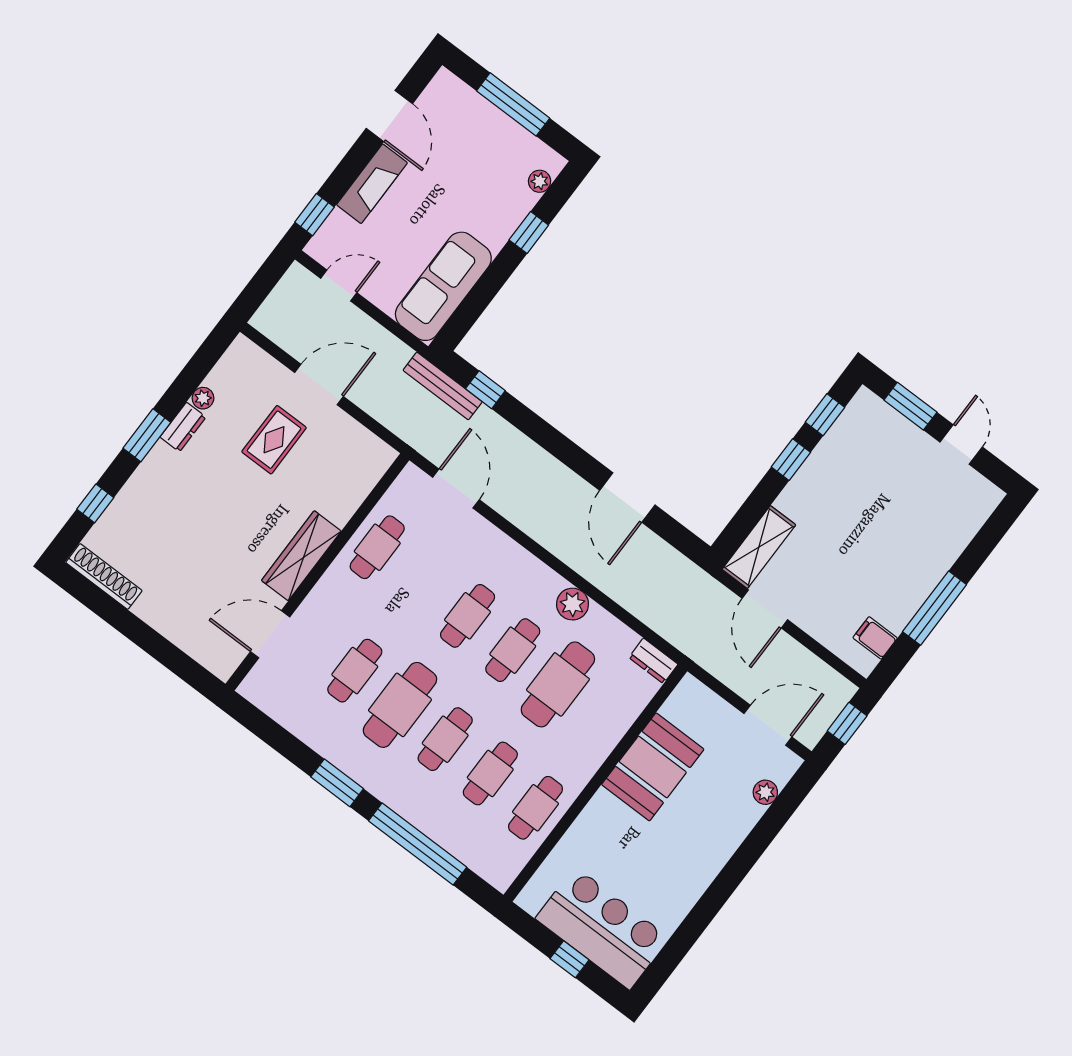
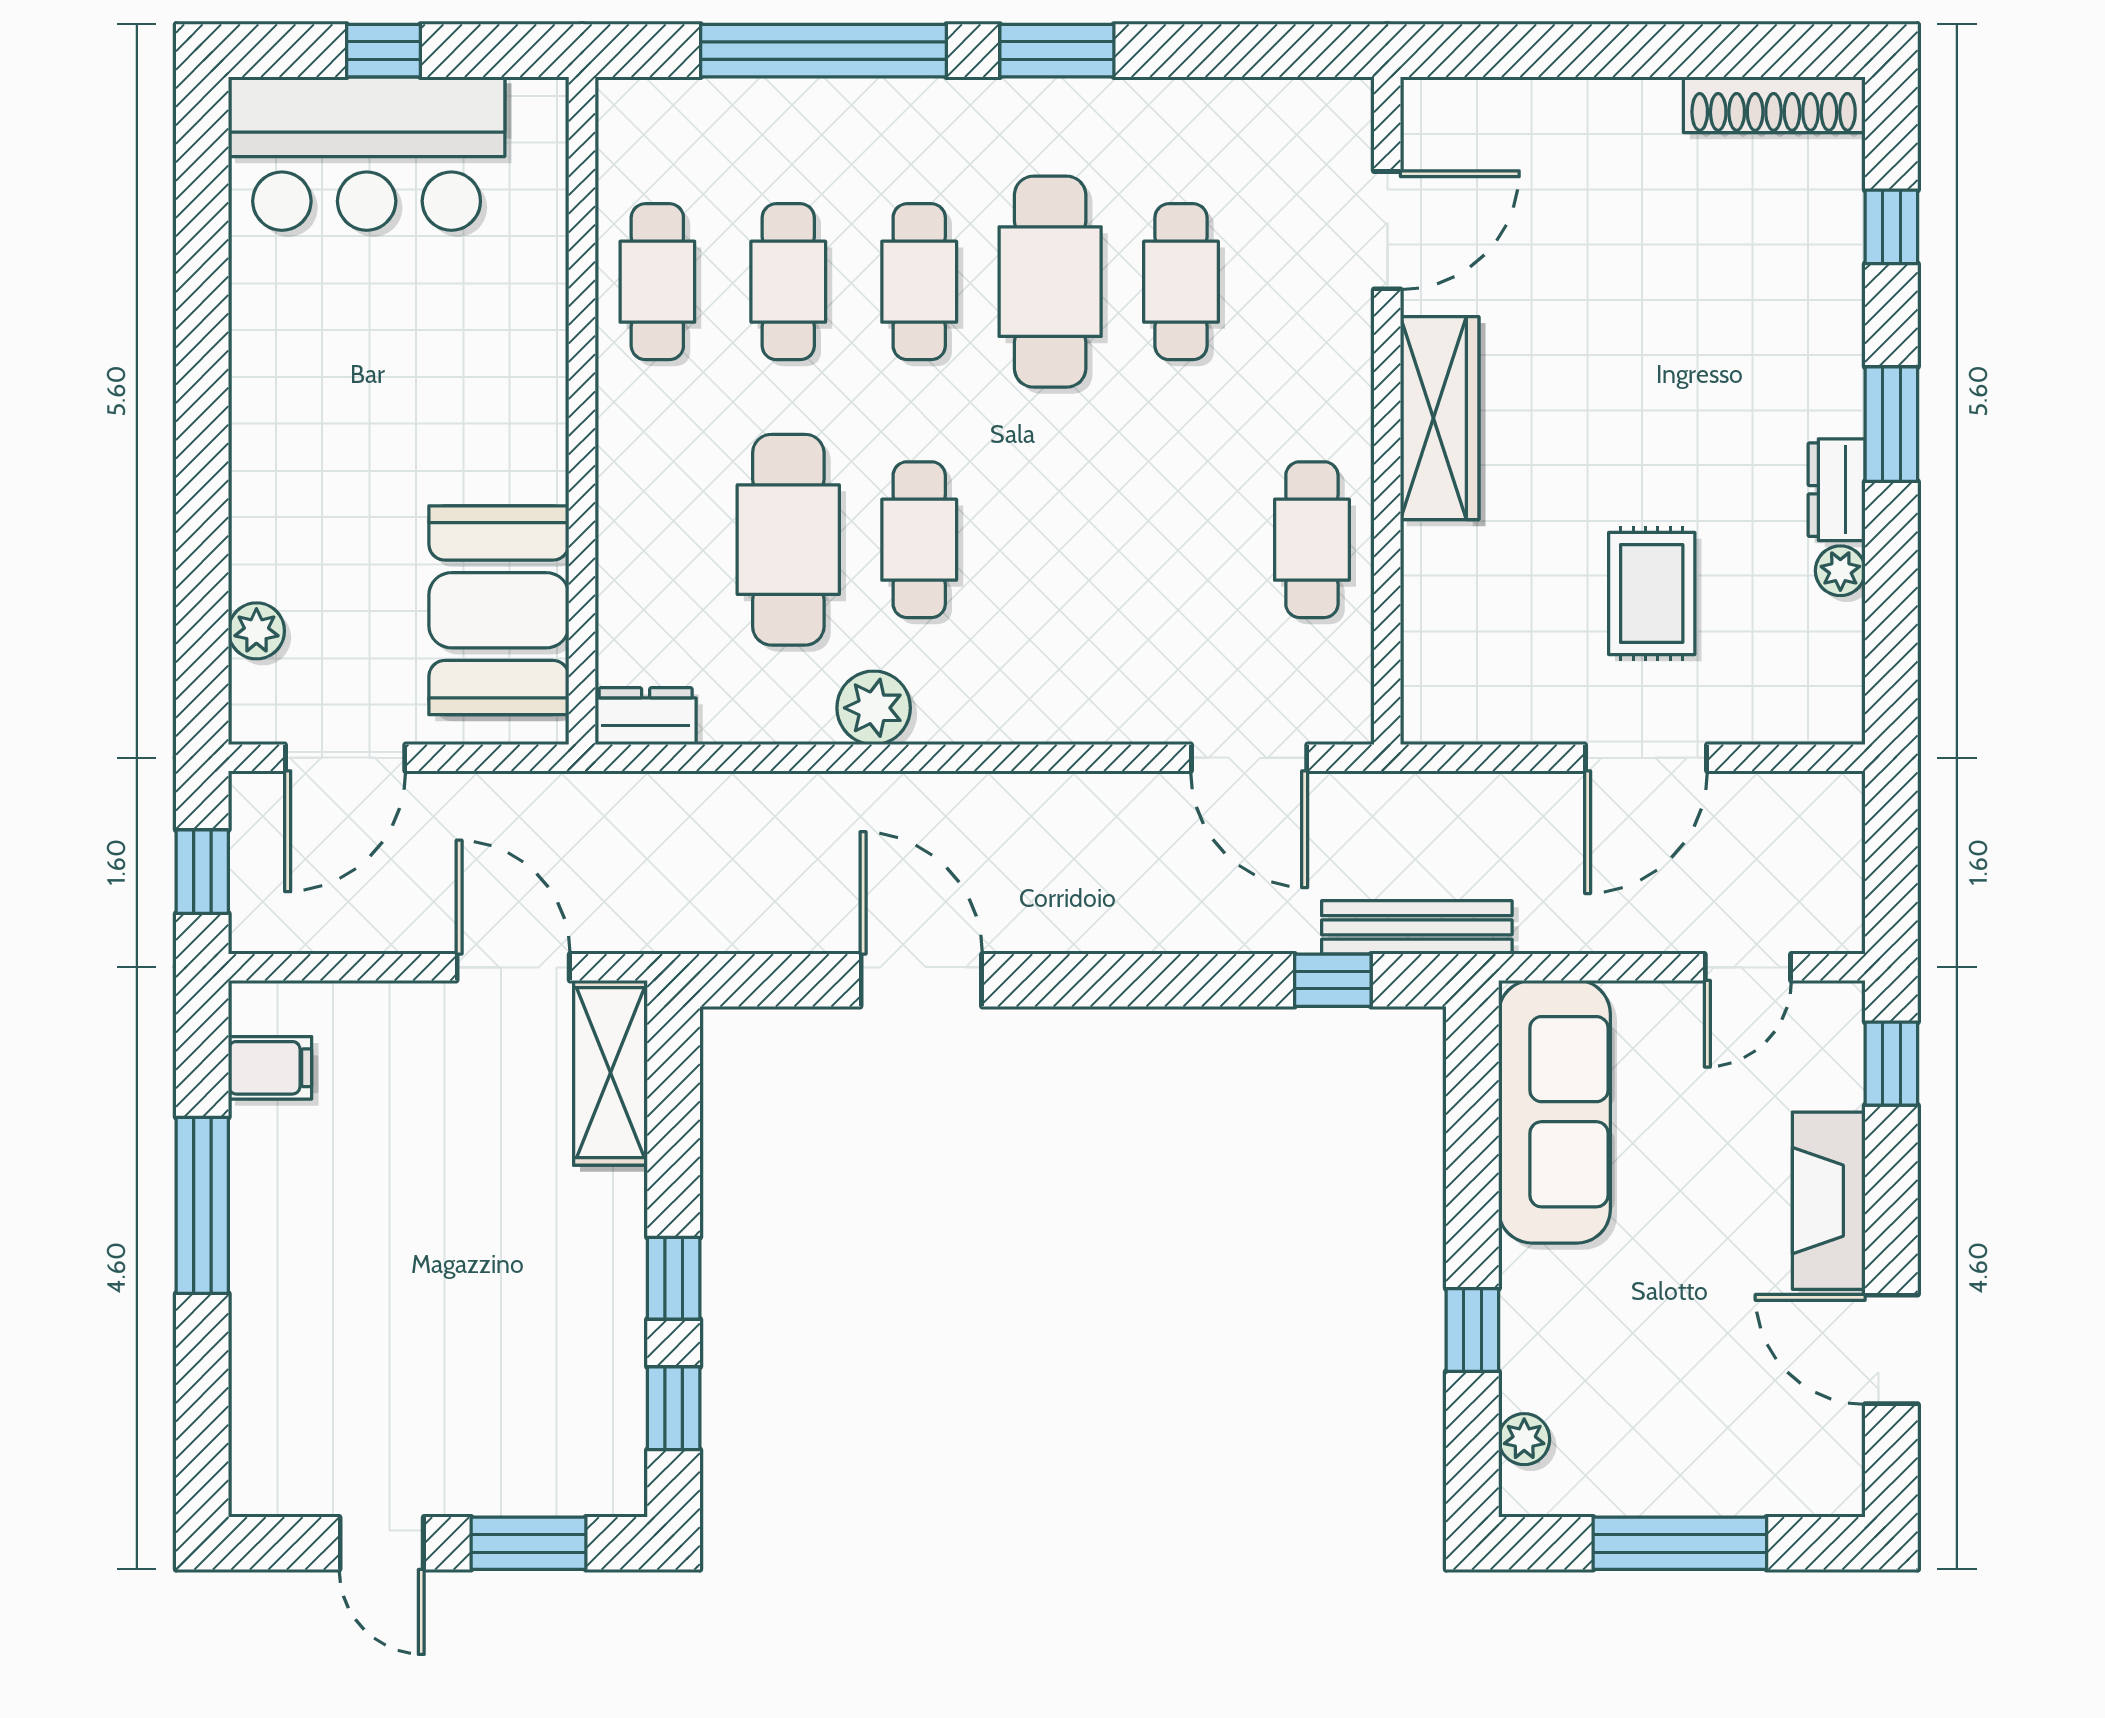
cafe table: (468, 616) -> (1050, 540), removed
booth: (653, 767) -> (499, 610), moved

